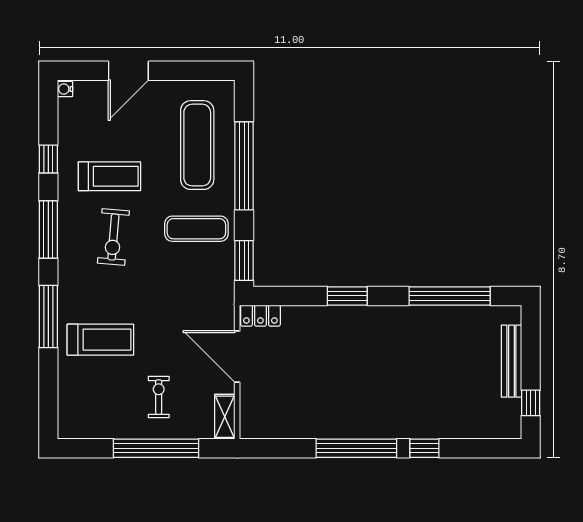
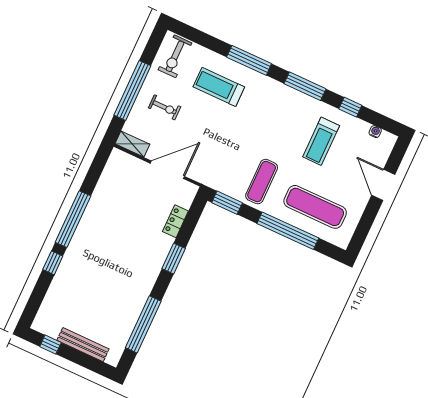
water cooler: (65, 89) -> (375, 132), moved
exercise bike: (113, 237) -> (175, 56), moved, turned -95
locker: (260, 316) -> (175, 221), moved
treadmill: (100, 340) -> (219, 87), turned 90

